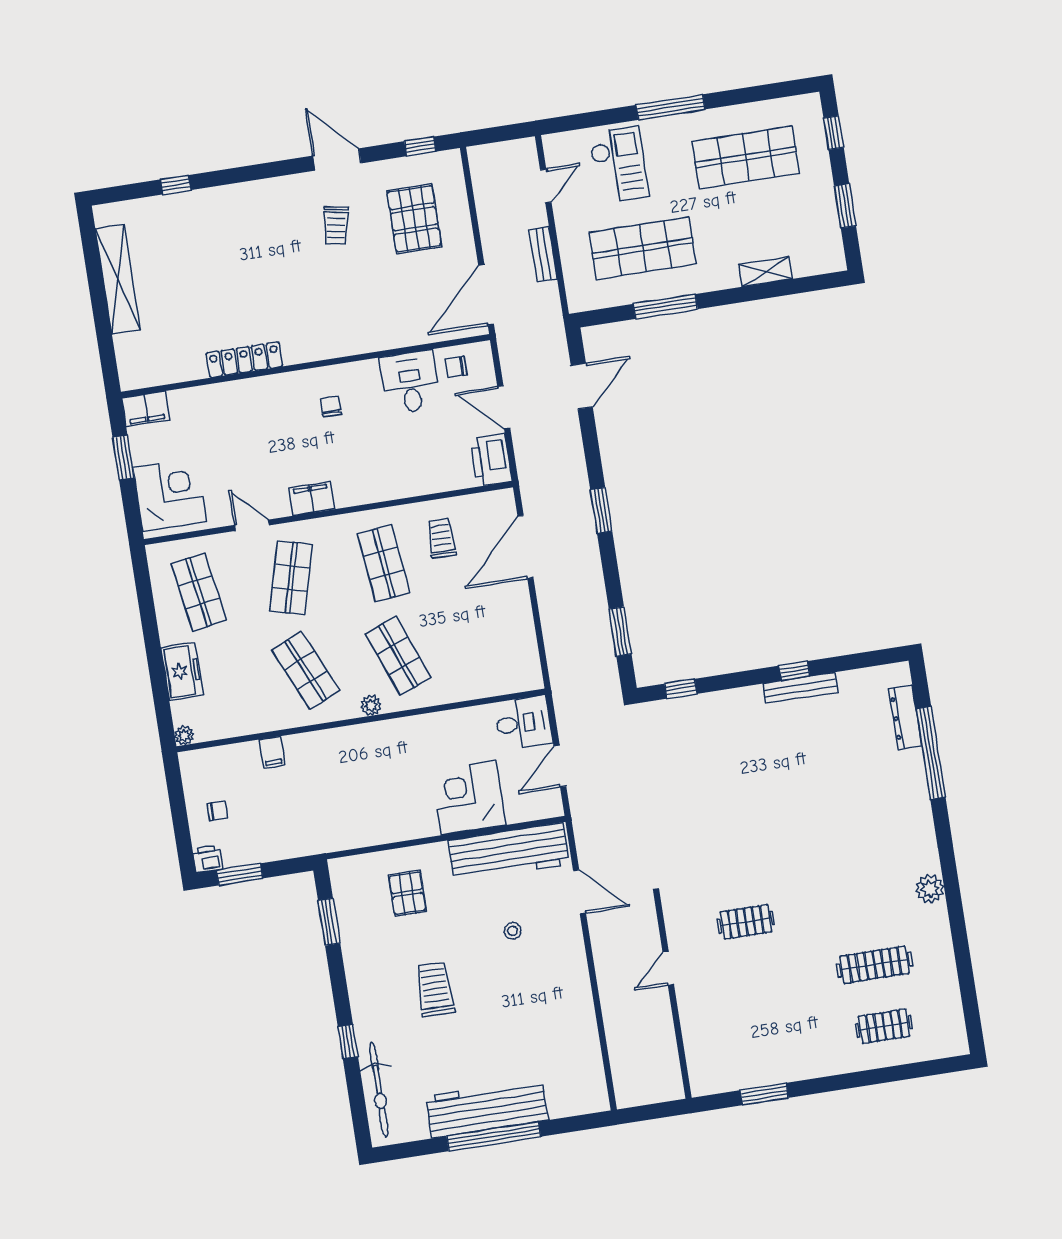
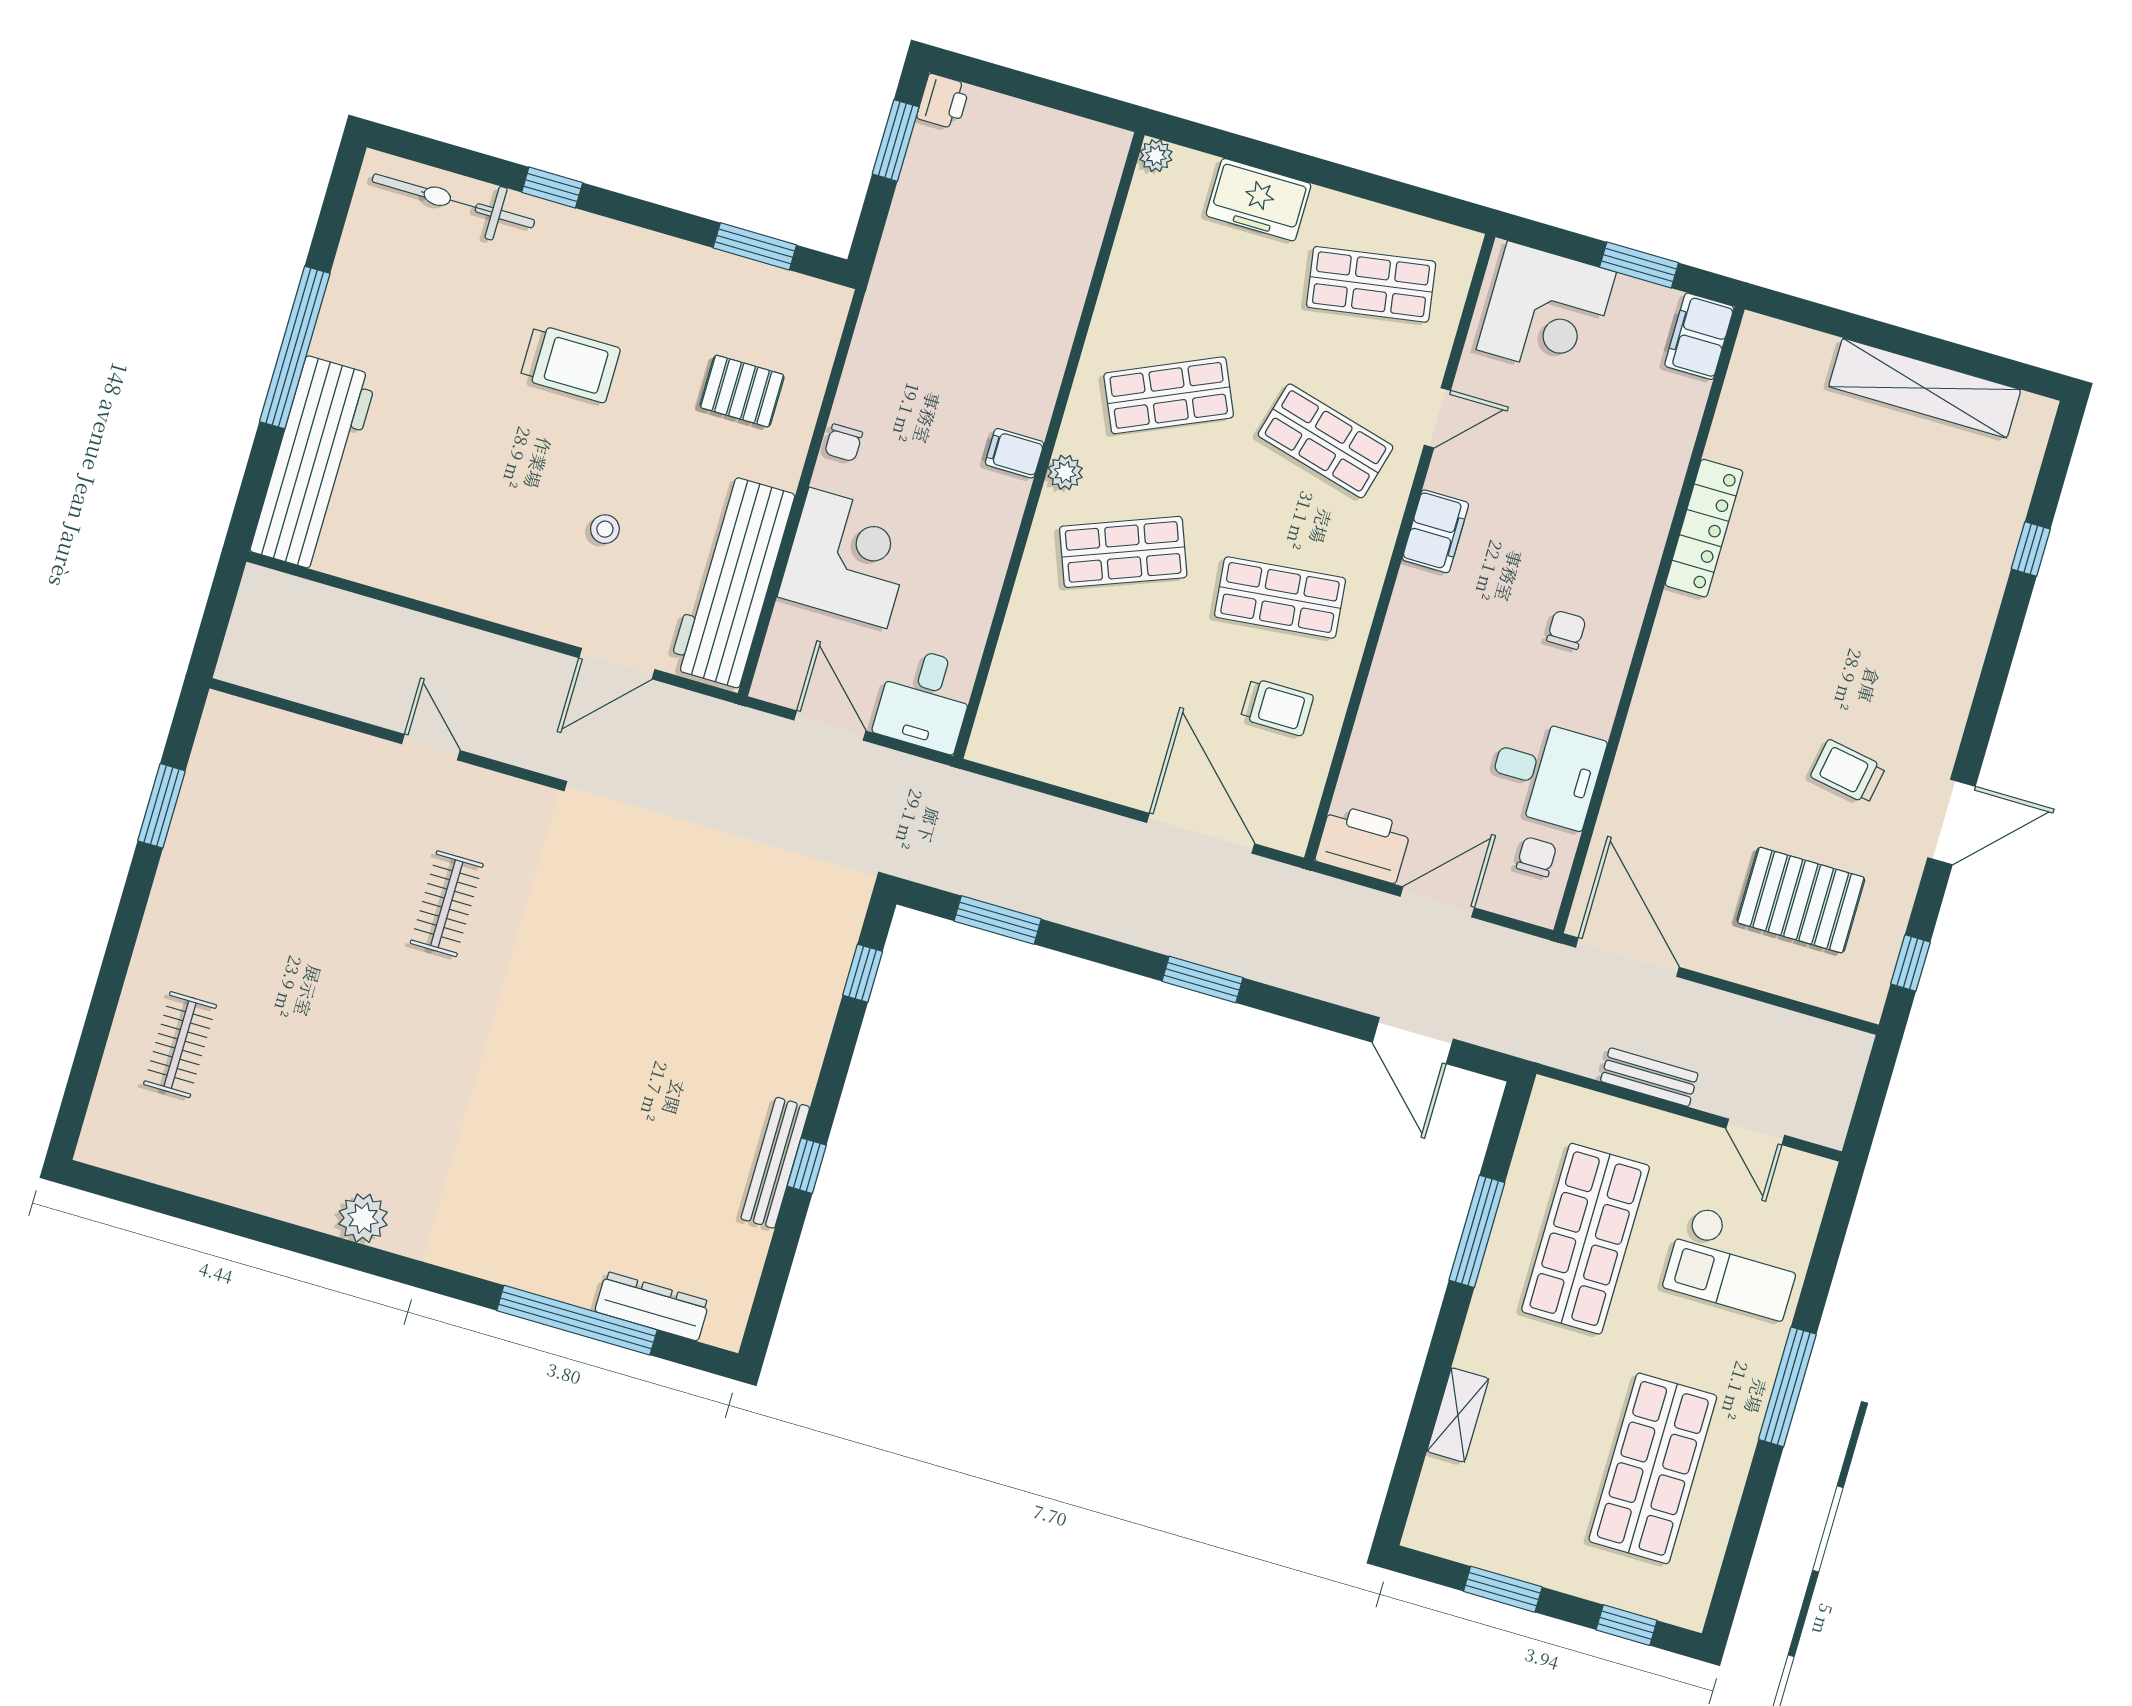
chair: (331, 406) -> (1566, 630), turned -90
filing cabinet: (272, 752) -> (1014, 453), moved
chair: (217, 811) -> (844, 443), moved
clothes rail: (874, 965) -> (284, 1075), removed
workbench: (487, 1108) -> (314, 464), moved

